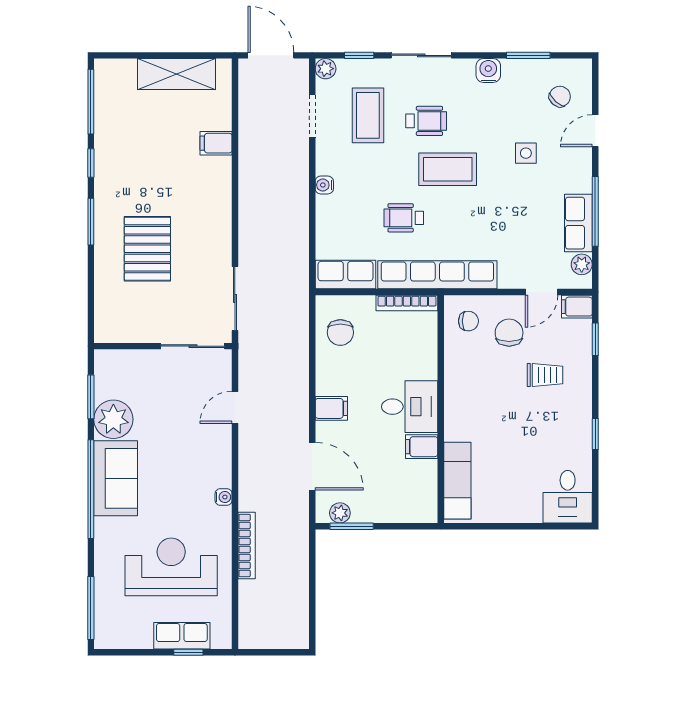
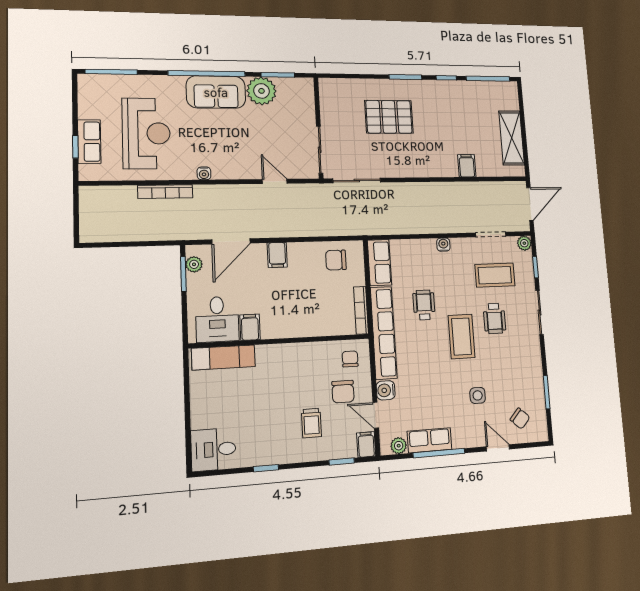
water cooler: (488, 70) -> (386, 390), moved, turned 180
chair: (468, 321) -> (350, 359), turned 180
chair: (509, 333) -> (343, 392), turned 90
desk: (410, 407) -> (217, 319), moved

